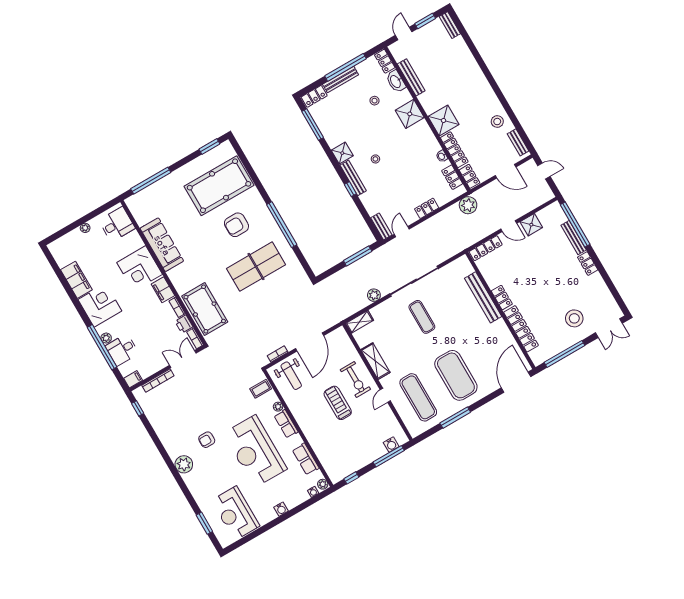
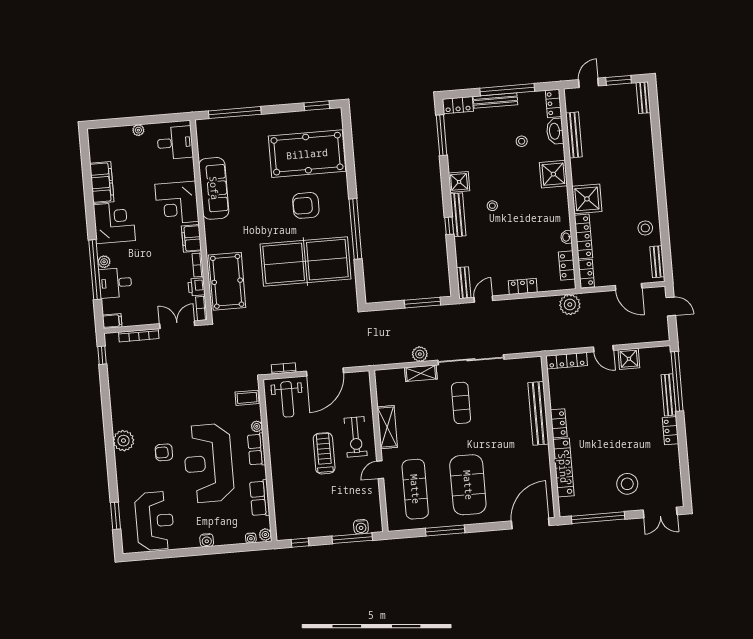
table tennis table: (256, 267) -> (305, 261), width x1.36, depth x1.32
shelving: (360, 322) -> (421, 373), moved
armchair: (207, 440) -> (164, 452), moved
reception desk: (235, 513) -> (155, 521), turned 180

